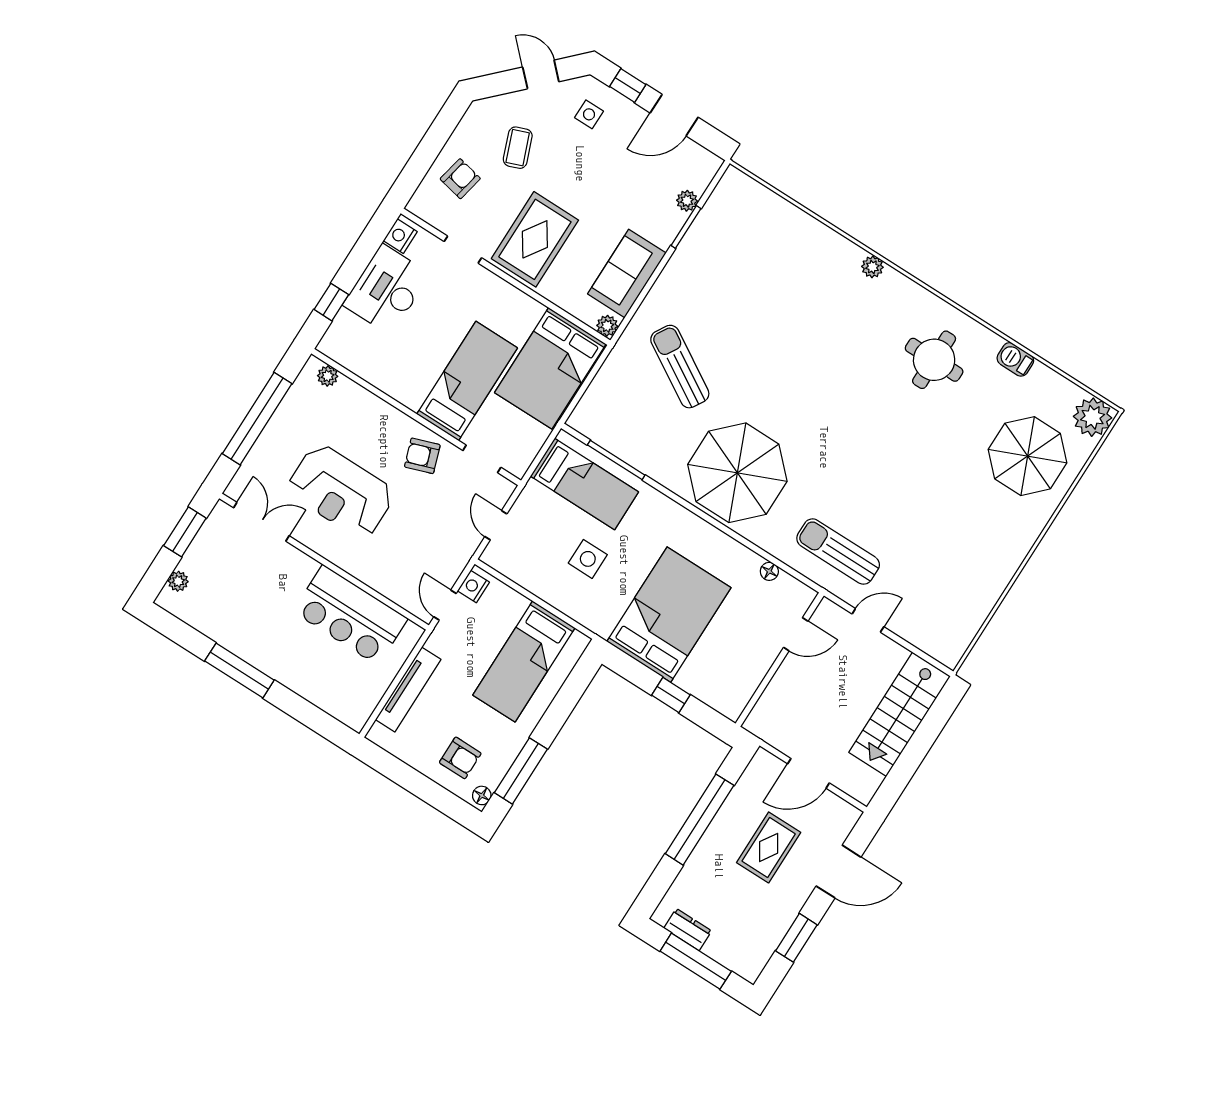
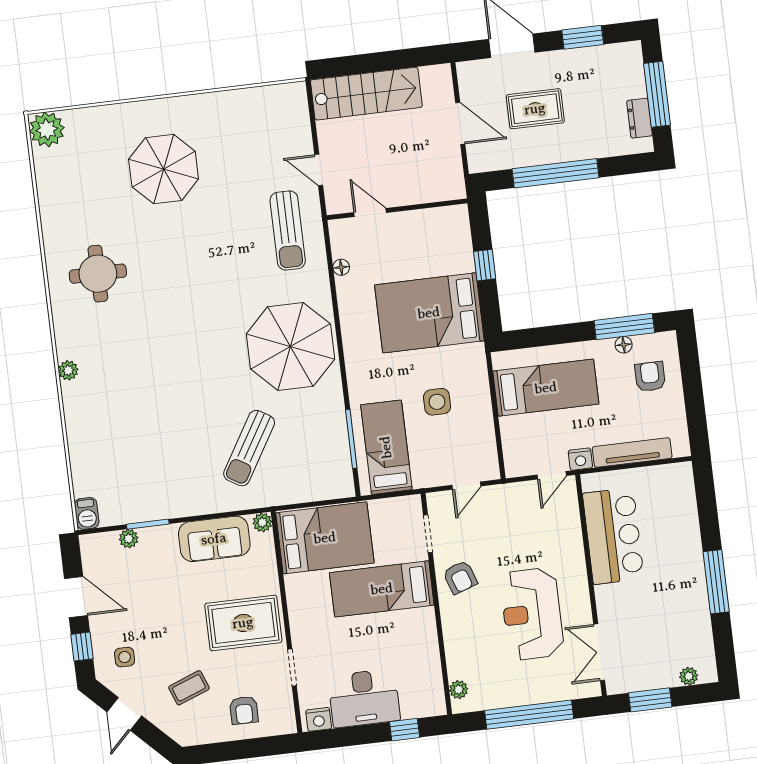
armchair: (460, 179) -> (244, 710), turned -102
barbecue: (1015, 359) -> (87, 513), moved
parasol: (1028, 456) -> (164, 169), moved
reception desk: (341, 491) -> (532, 614), turned 180
nightstand: (473, 586) -> (580, 459), moved
floor lamp: (482, 795) -> (624, 345), moved

